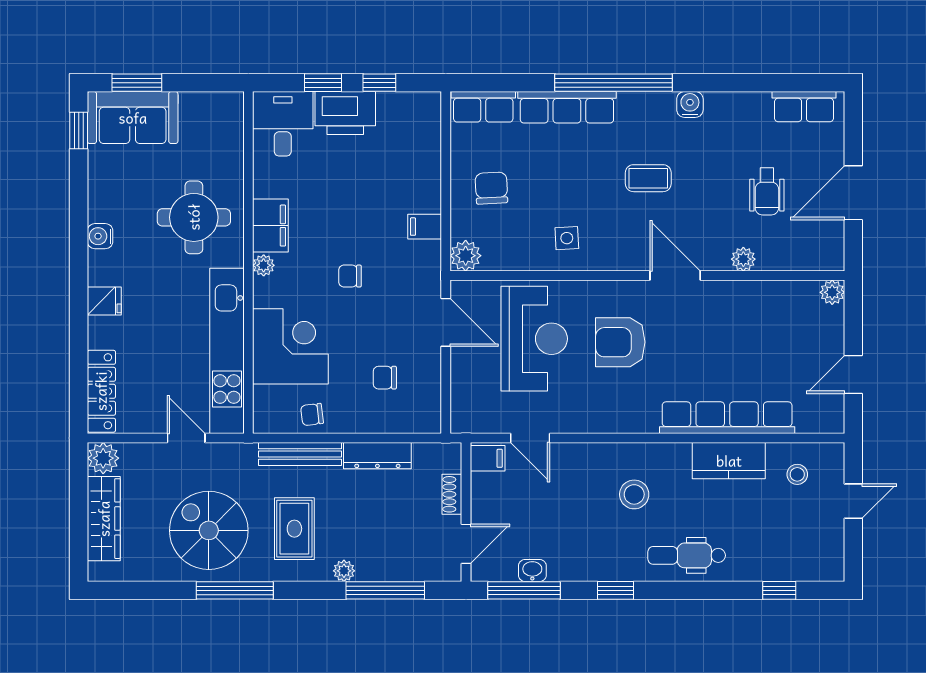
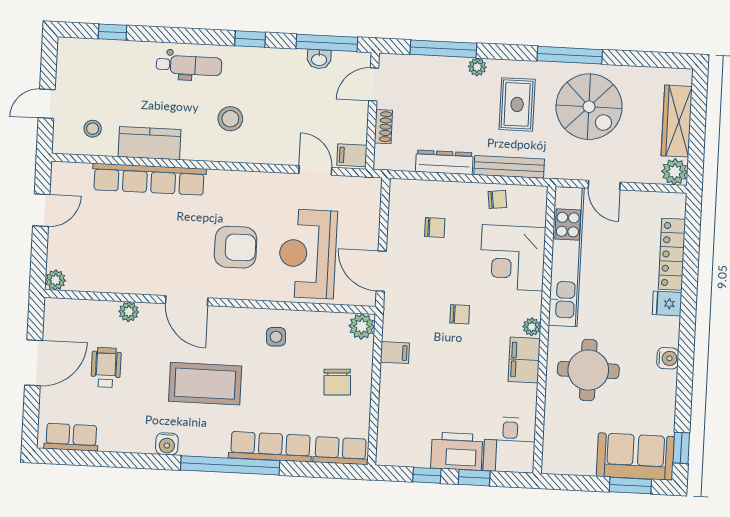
coffee table: (648, 178) -> (205, 384), width x1.86, depth x1.72
locker: (101, 391) -> (672, 254), moved

